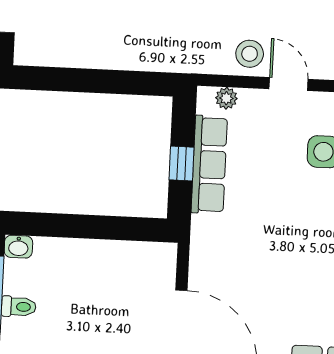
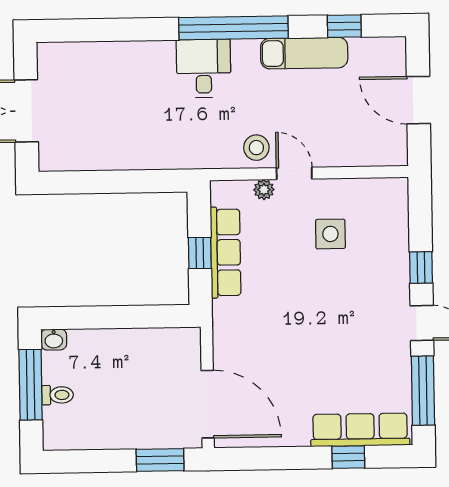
plant: (226, 98) -> (264, 190), moved

